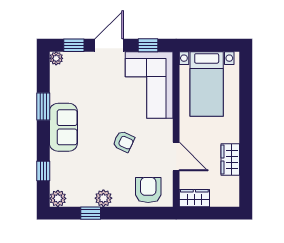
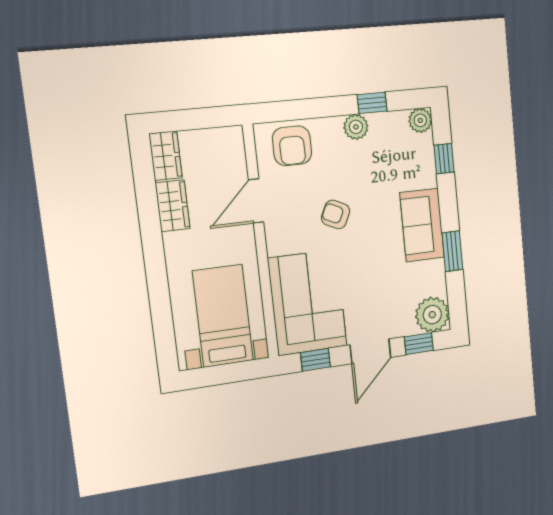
plant: (56, 58) -> (432, 315), width x1.87, depth x1.87
door: (176, 157) -> (256, 201), hinge flipped
wardrobe: (194, 198) -> (166, 156), moved, turned -90

